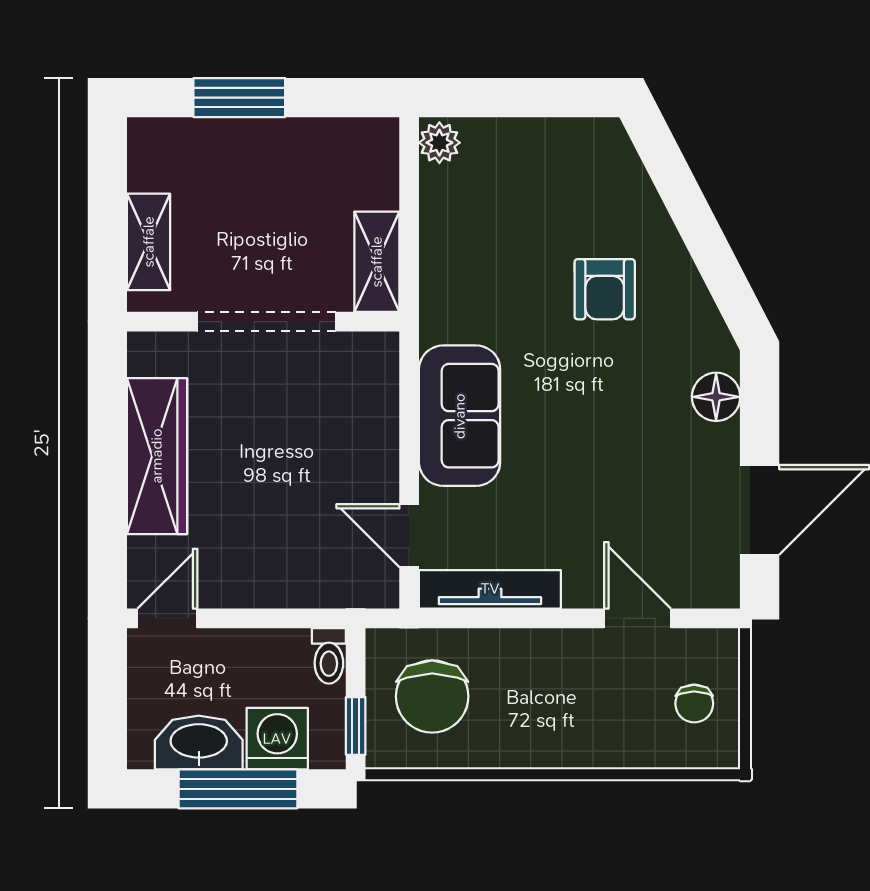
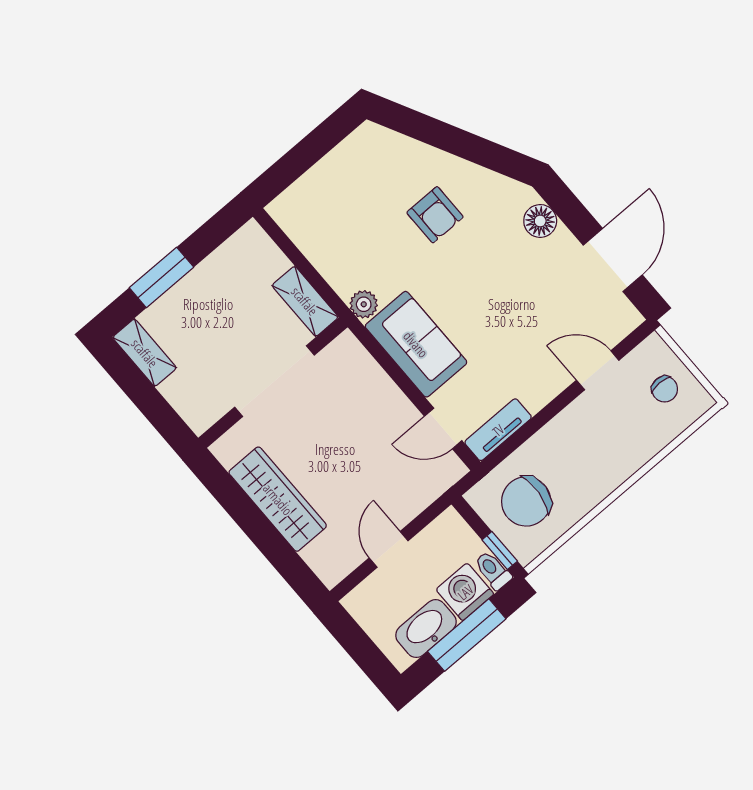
plant: (439, 143) -> (364, 304), moved
shelving: (149, 242) -> (145, 353), moved
tv unit: (490, 589) -> (498, 430), width x0.71
door: (167, 618) -> (389, 549), moved
toilet: (329, 656) -> (493, 570), moved, turned 180
chair: (432, 696) -> (526, 501), turned 95

